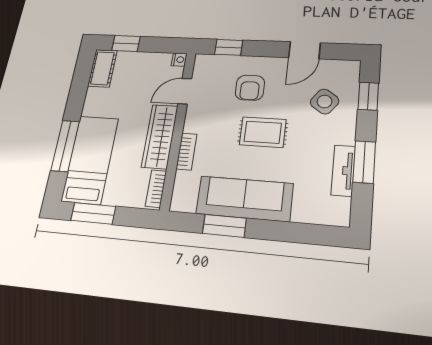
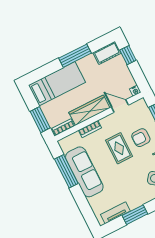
rug: (263, 132) -> (119, 148), moved
window: (65, 146) -> (75, 56), moved
tv unit: (343, 170) -> (115, 213), moved
window: (93, 213) -> (40, 120), moved
window: (224, 226) -> (66, 171), width x1.44

